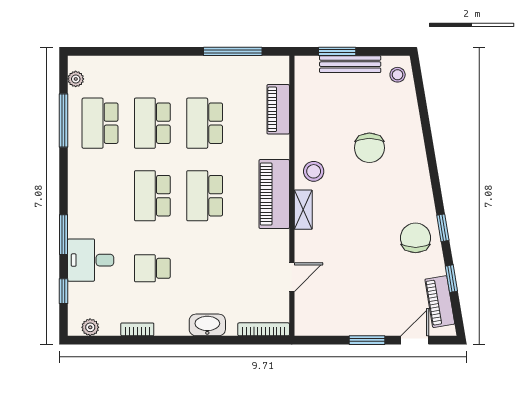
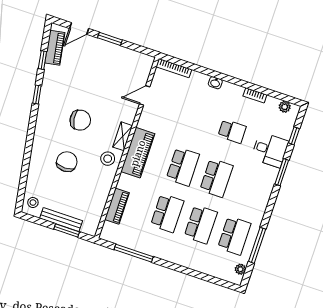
chair: (416, 238) -> (80, 120), moved, turned -98
washbasin: (207, 325) -> (215, 83), width x0.52, depth x0.69

